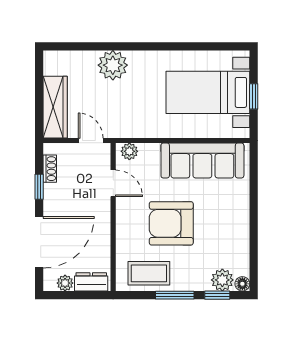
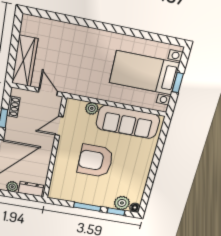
plant: (113, 65) -> (76, 37), removed
plant: (129, 151) -> (92, 108), moved
door: (113, 183) -> (59, 126), swing flipped
coffee table: (149, 273) -> (72, 190), removed

